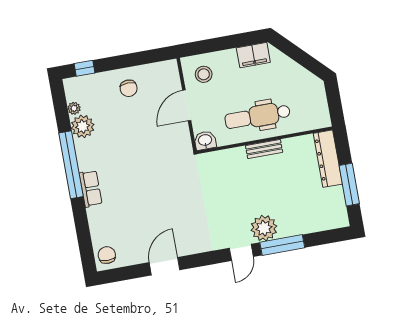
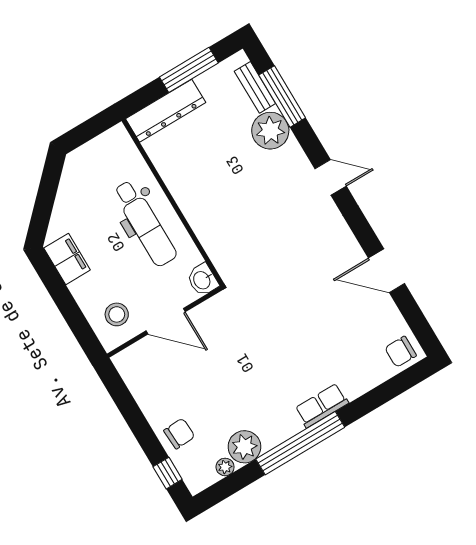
chair: (129, 88) -> (179, 434), moved
bench: (264, 149) -> (255, 87), moved
plant: (264, 228) -> (270, 131), moved
window: (282, 245) -> (282, 96), moved

